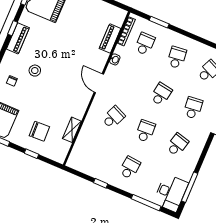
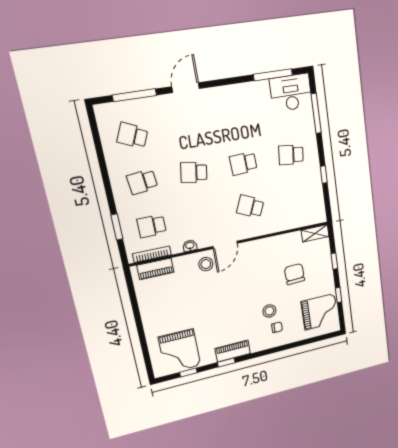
piano: (110, 38) -> (156, 269), moved
stool: (95, 62) -> (206, 264), added
stool: (35, 71) -> (269, 311), moved
school desk: (193, 108) -> (185, 127), removed
shelving: (72, 130) -> (315, 233), moved
chair: (39, 131) -> (294, 274), moved
school desk: (177, 145) -> (236, 119), removed

